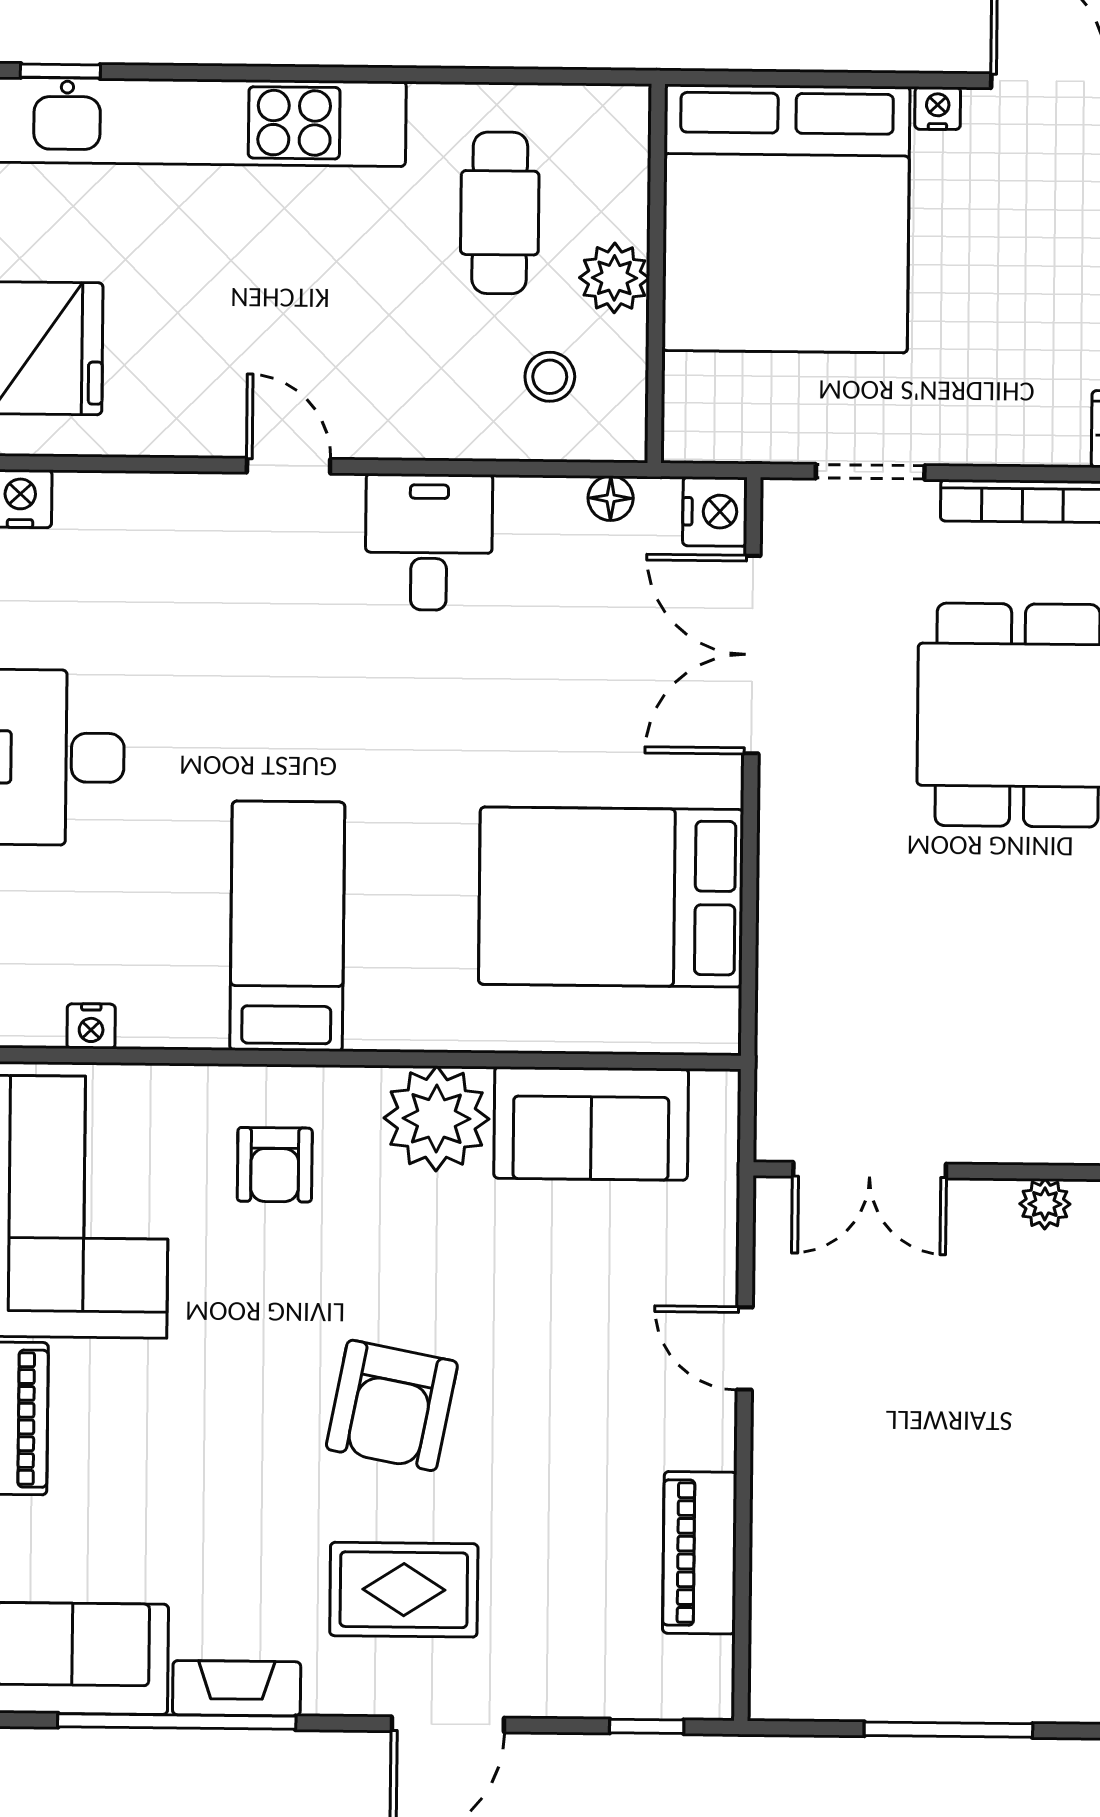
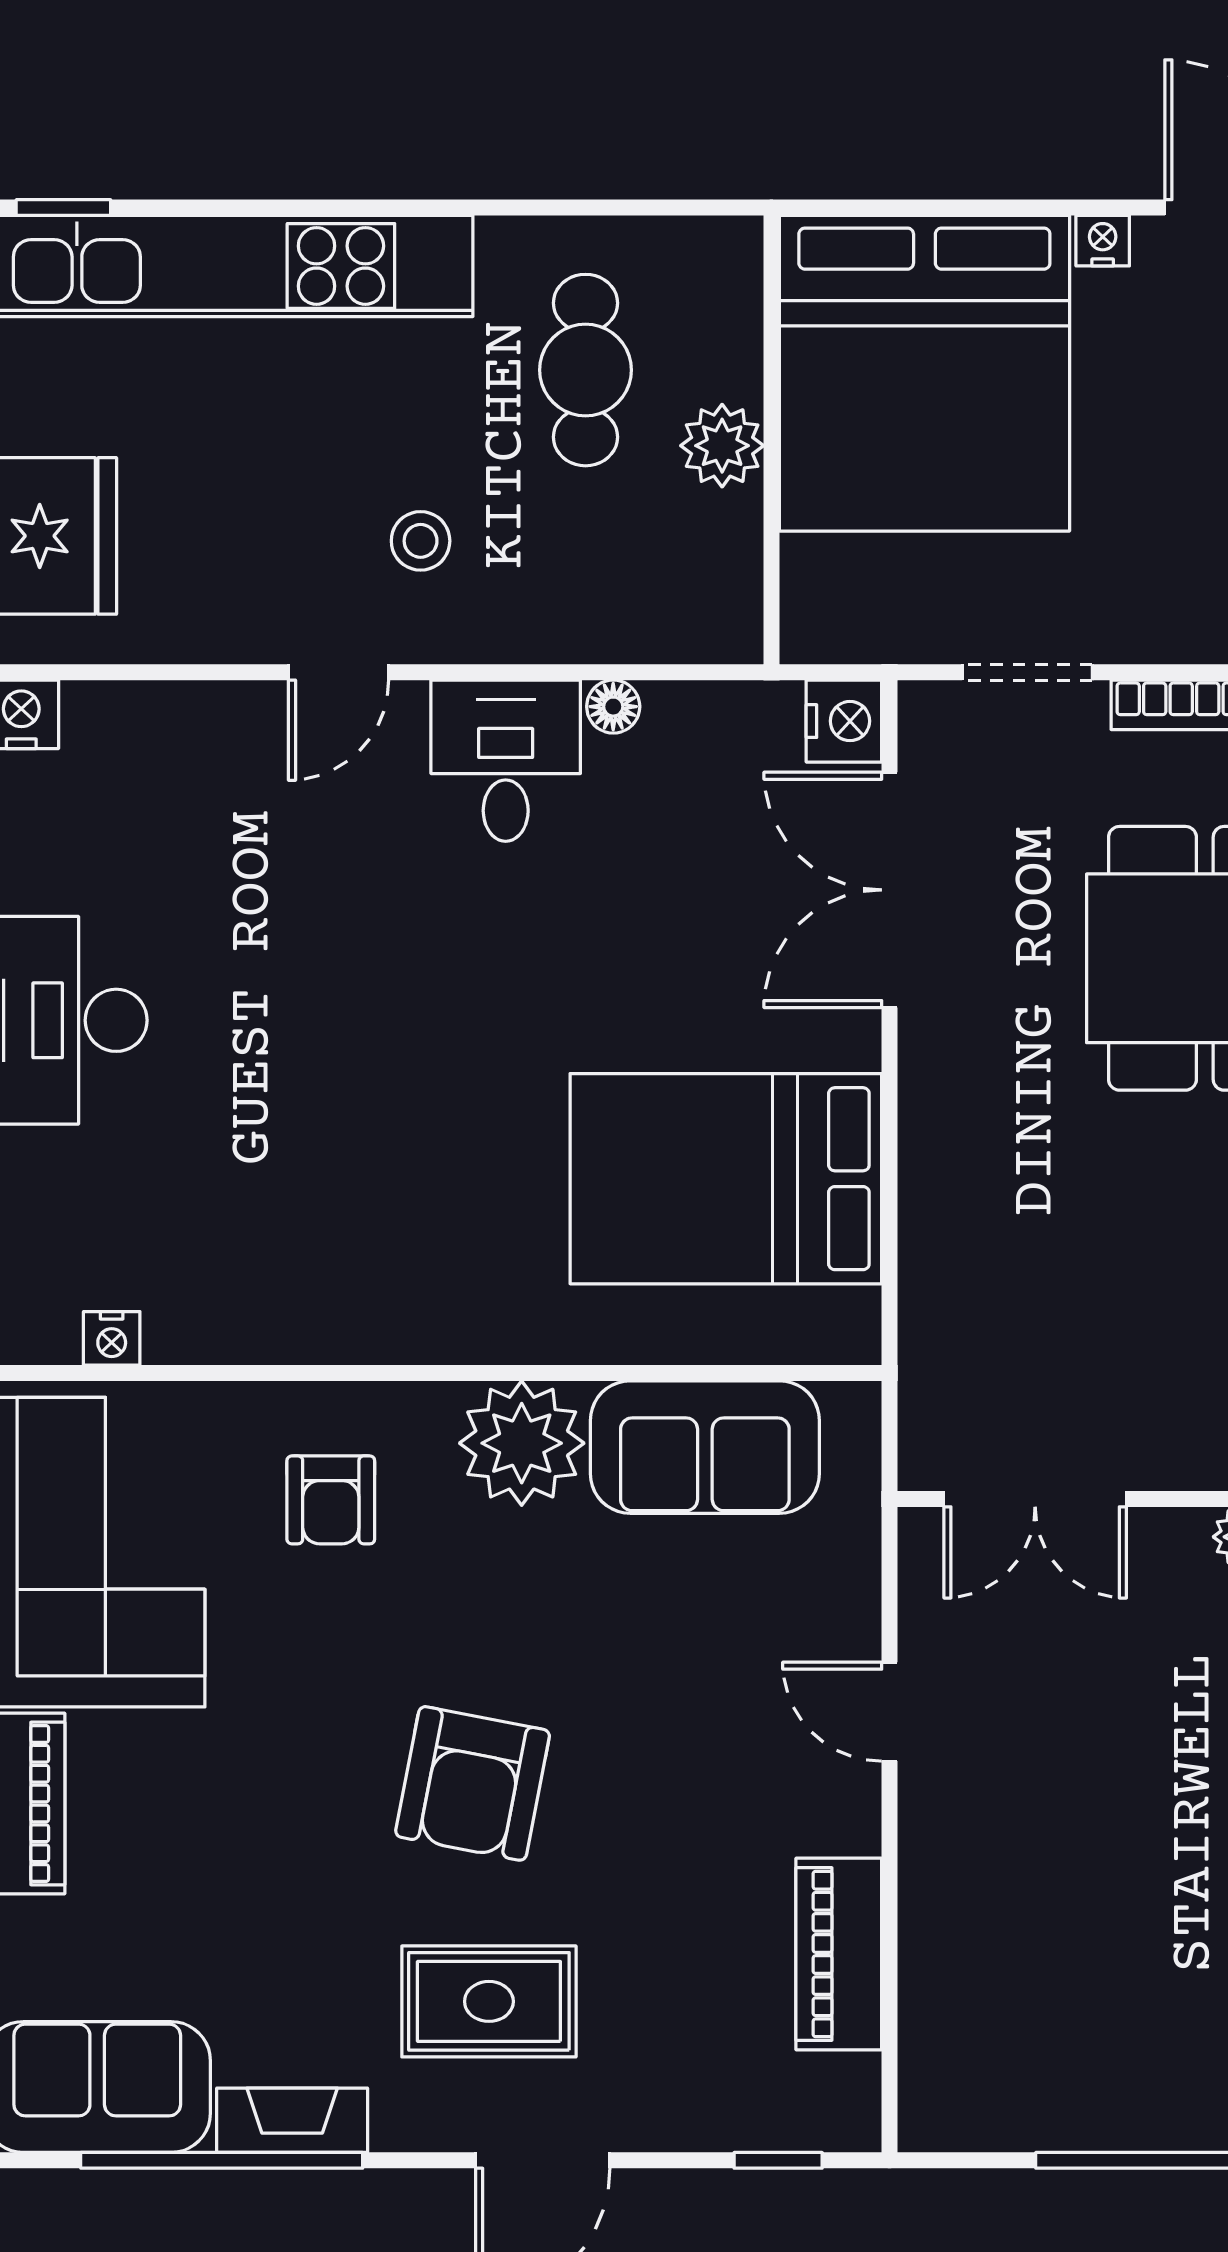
stool: (550, 377) -> (421, 541), moved
door: (289, 466) -> (339, 672), swing flipped
floor lamp: (611, 498) -> (613, 707), moved
bed: (287, 926) -> (343, 1217), removed

